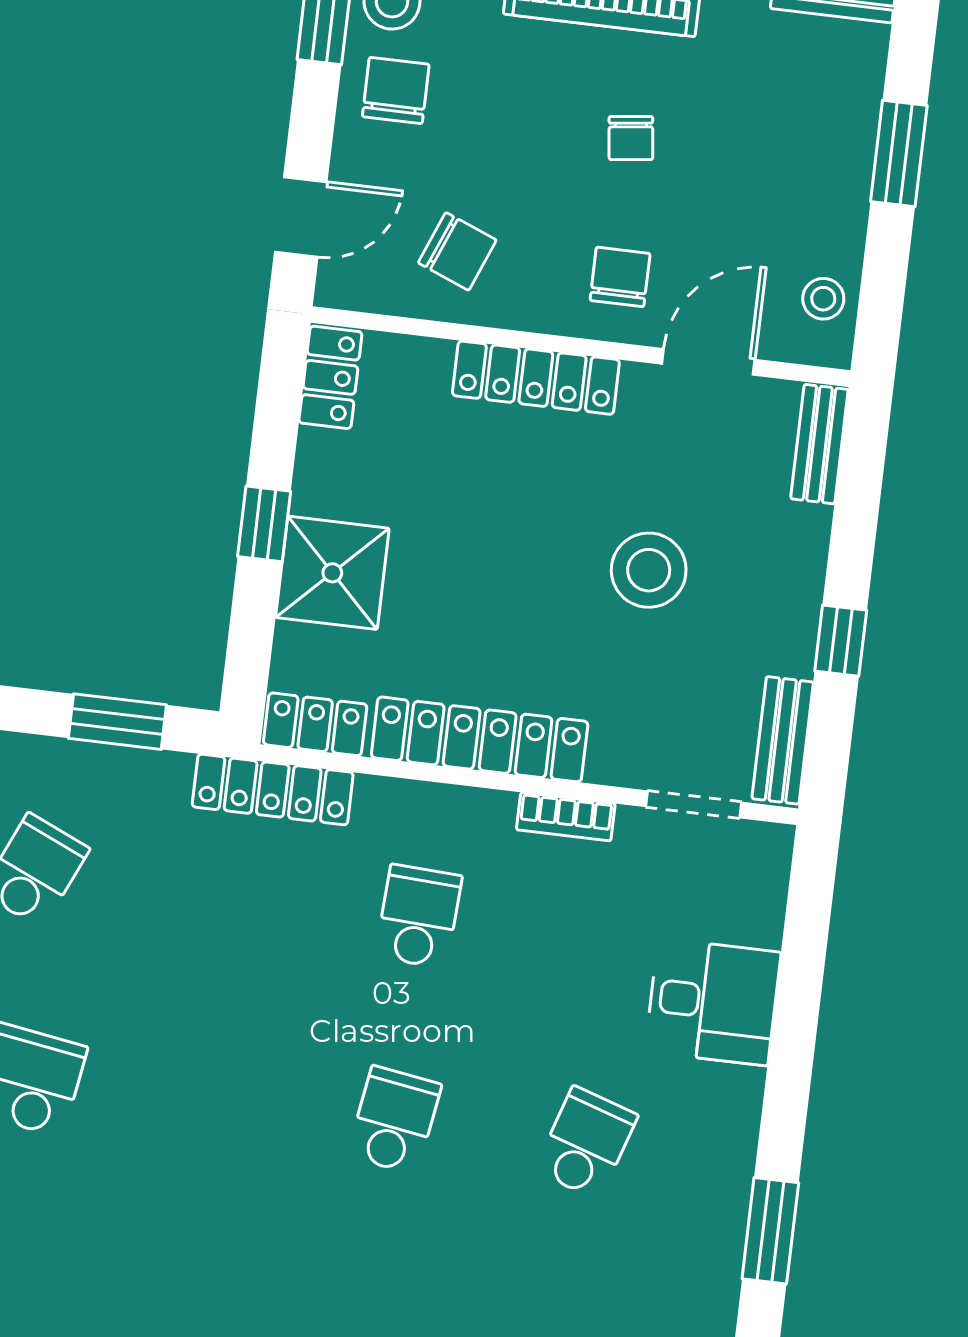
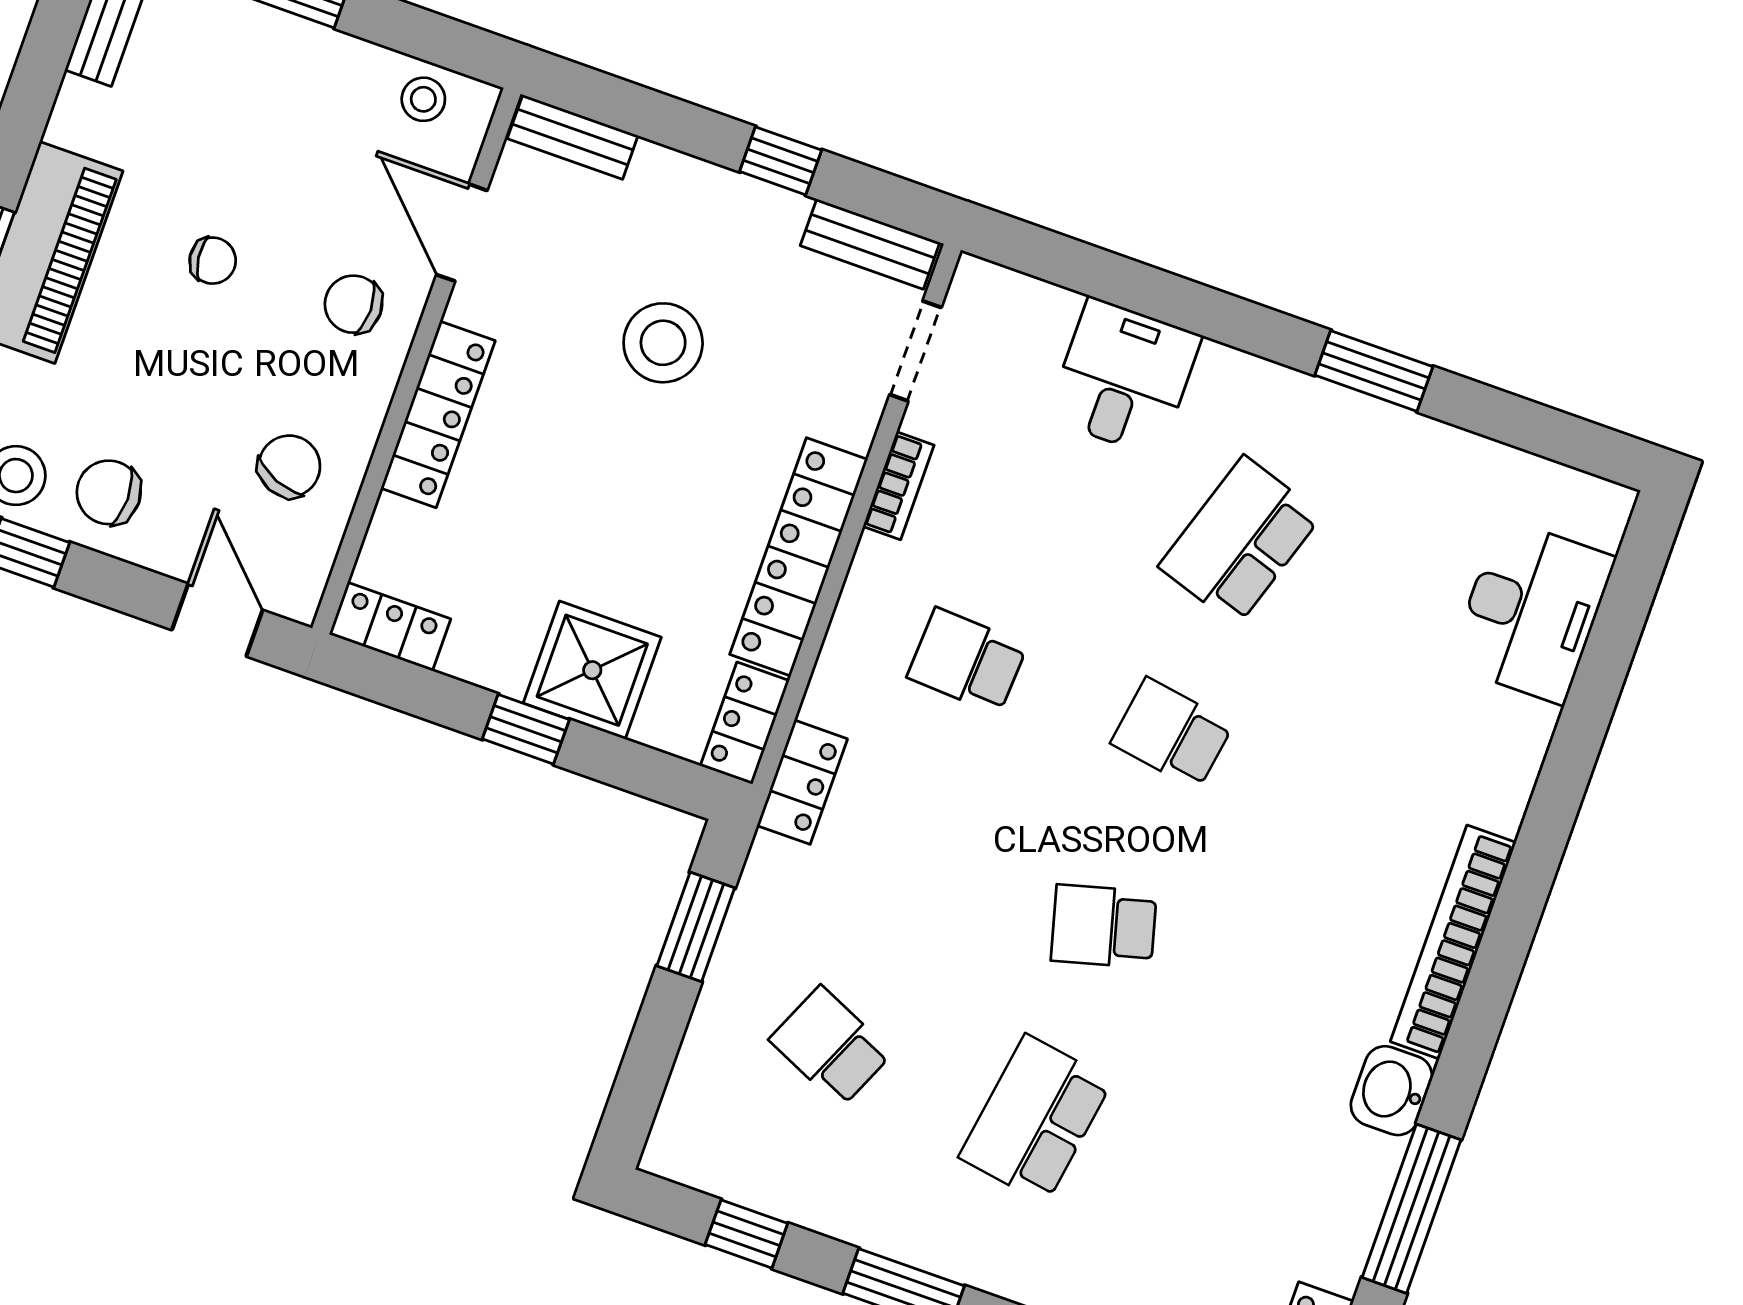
locker: (273, 790) -> (802, 782), width x0.66
school desk: (203, 1097) -> (1104, 926), added
school desk: (586, 1143) -> (1240, 541), width x1.85

